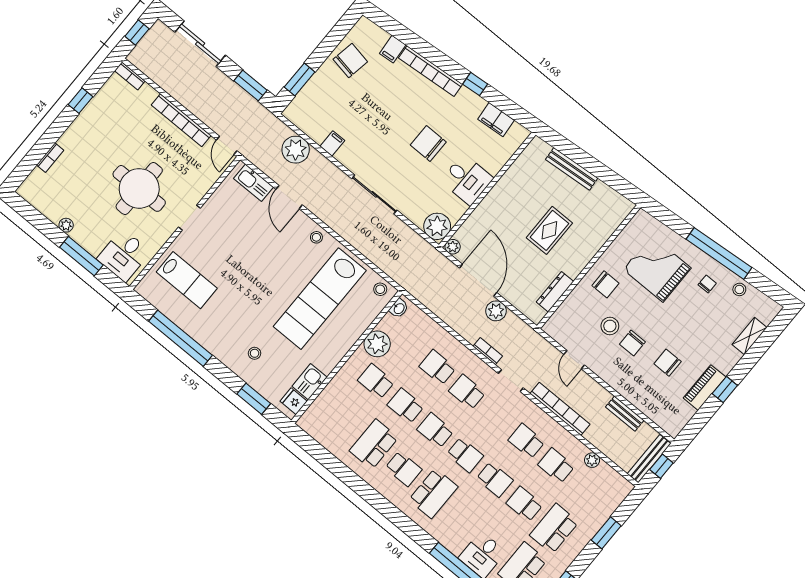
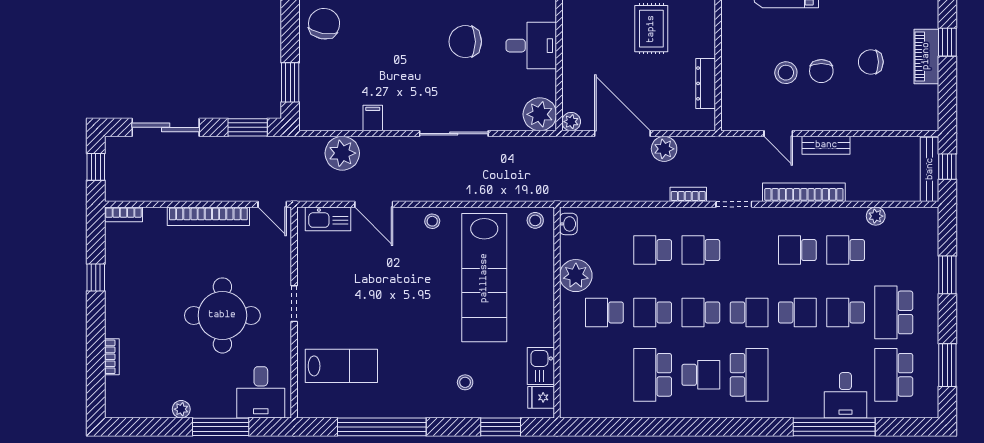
chair: (605, 284) -> (748, 36), removed
bench: (625, 414) -> (826, 145), moved

